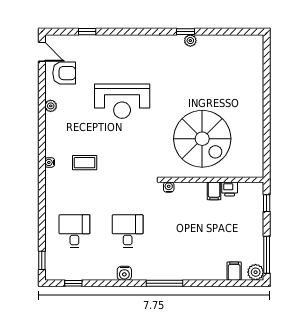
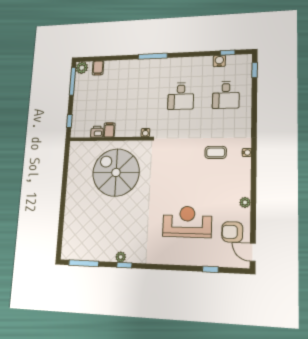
window: (235, 32) -> (84, 263), added
reception desk: (122, 101) -> (187, 222), moved
water cooler: (124, 273) -> (219, 61), moved

